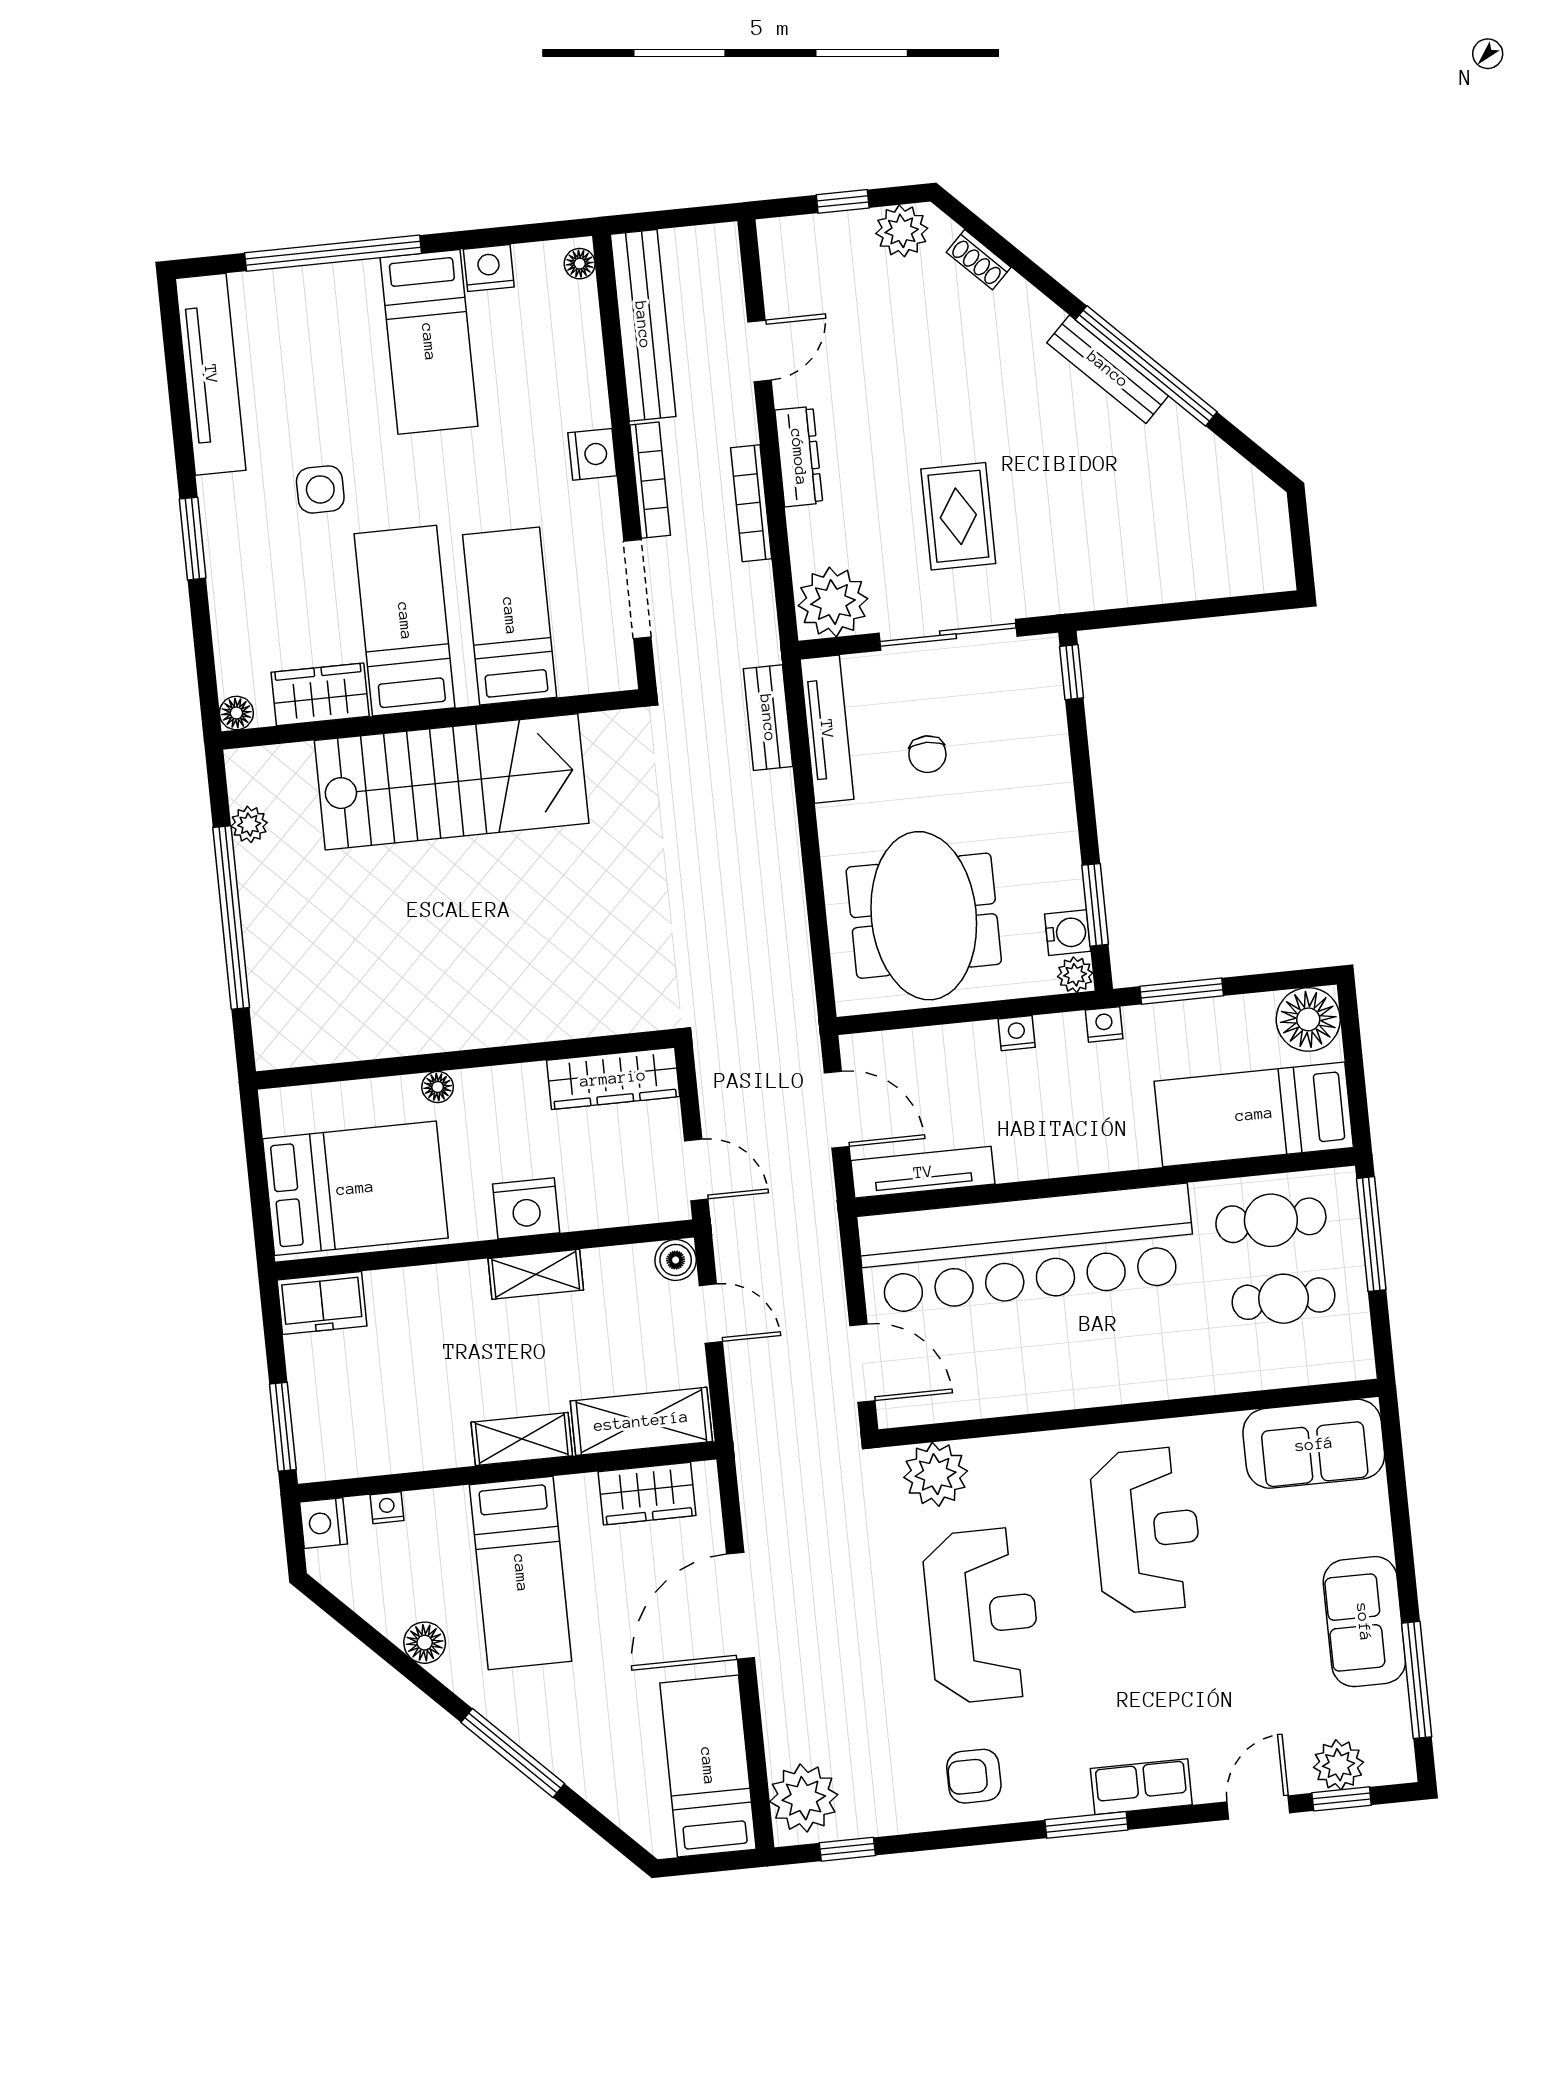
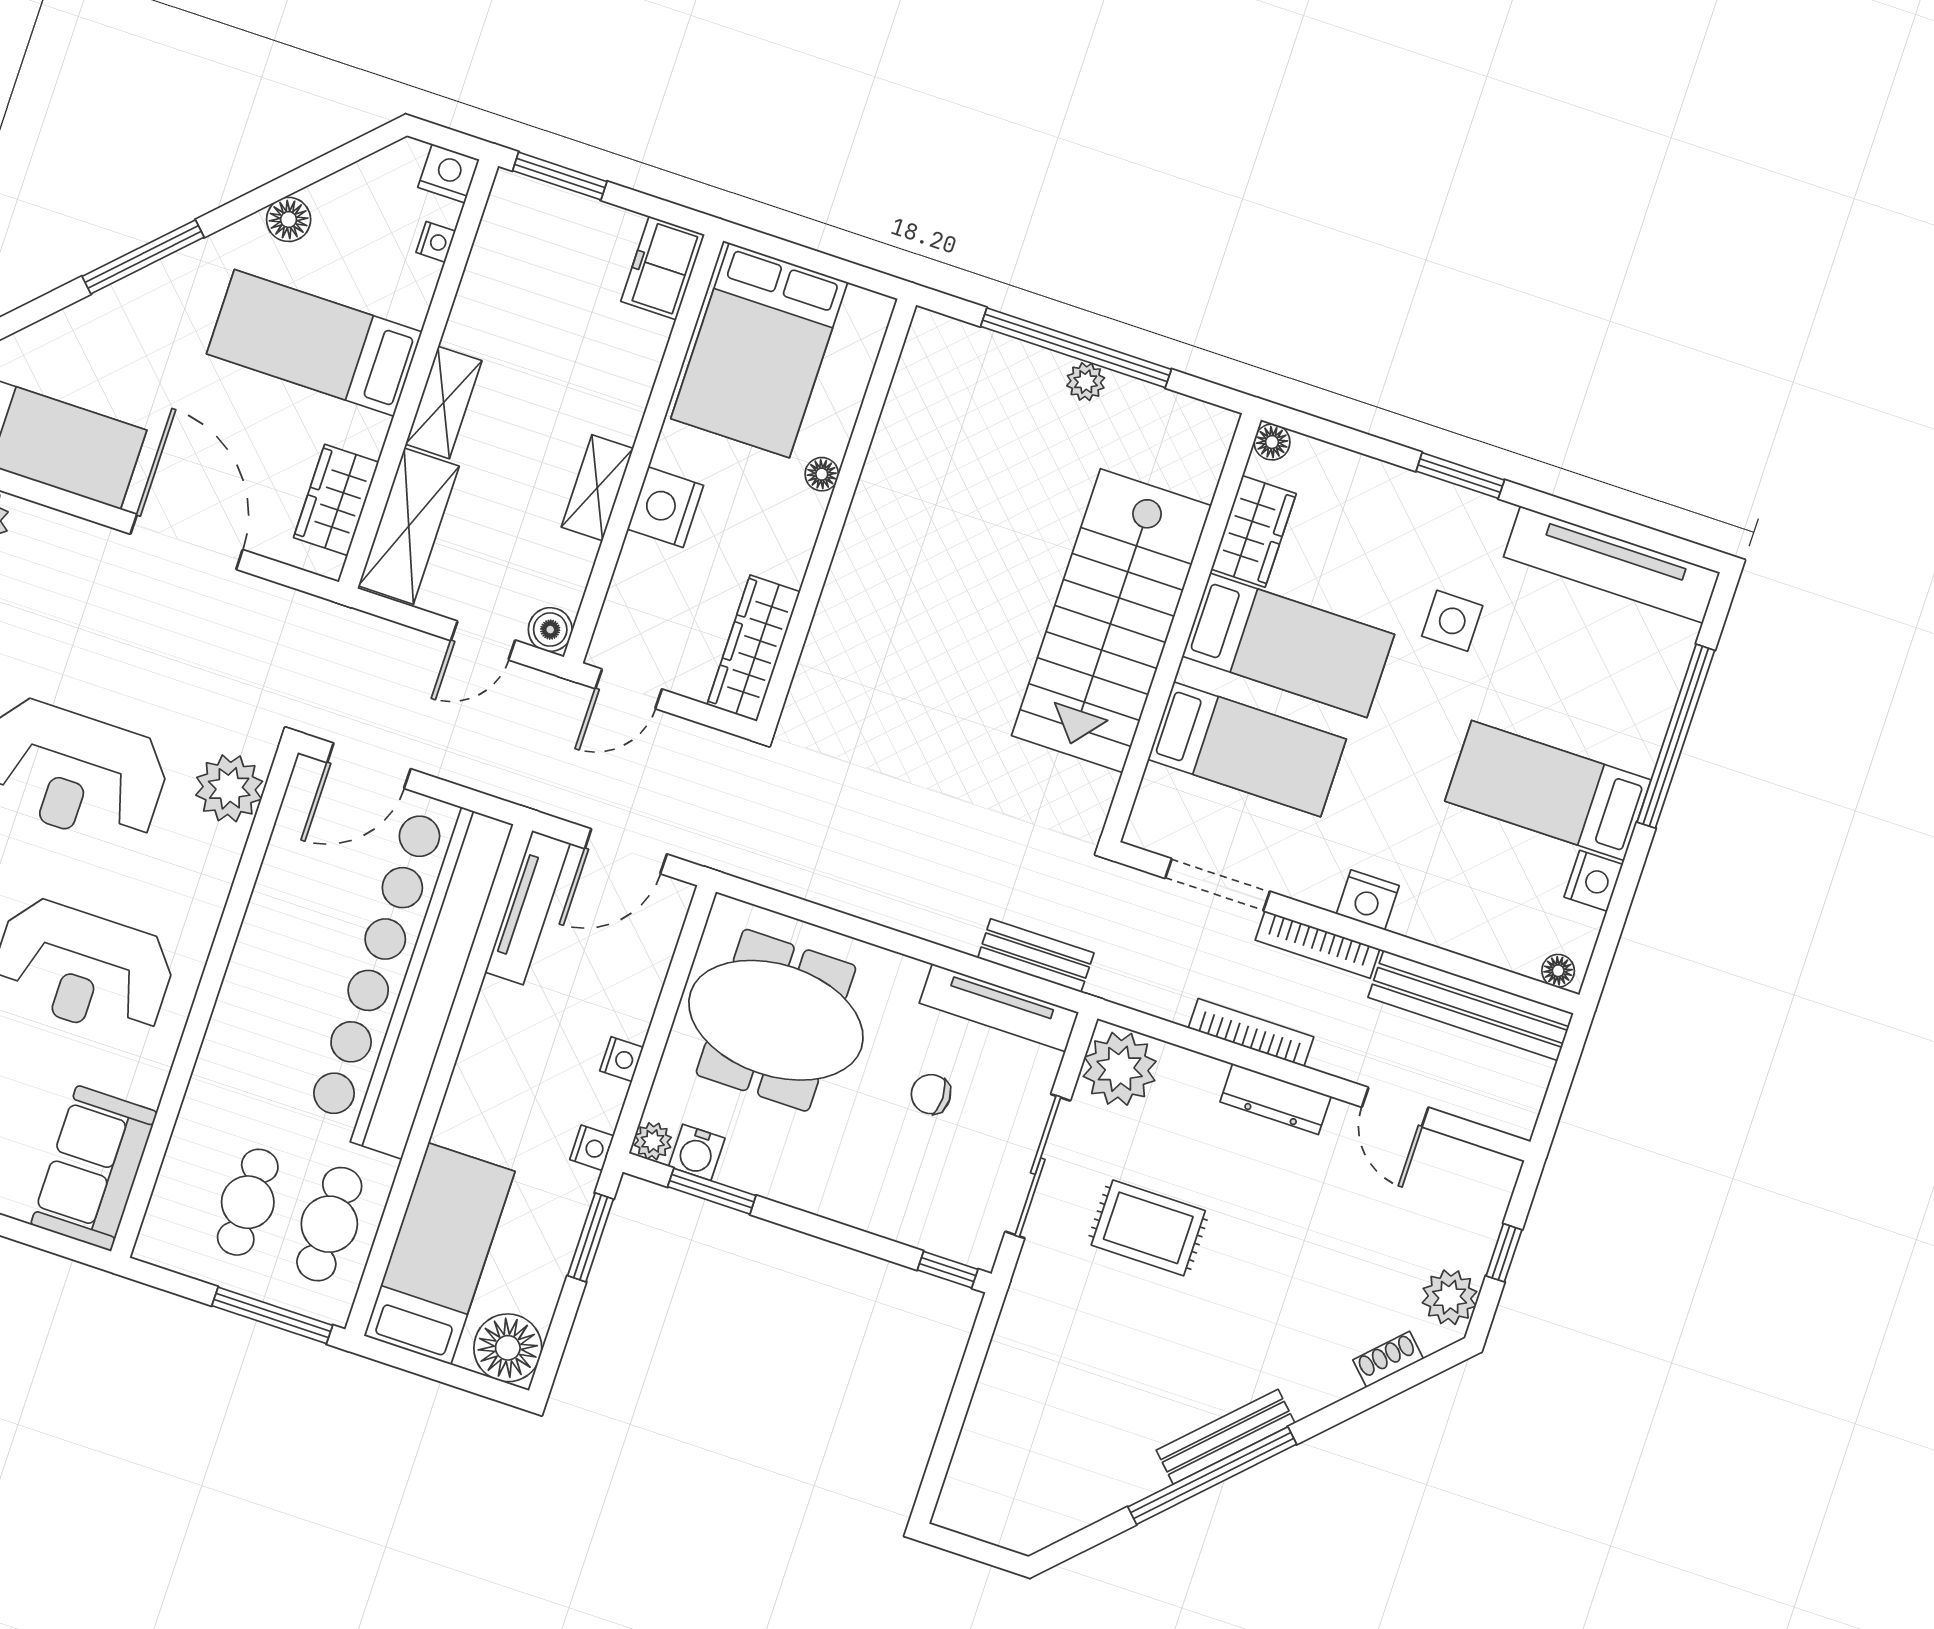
plant: (249, 824) -> (1086, 382), moved

